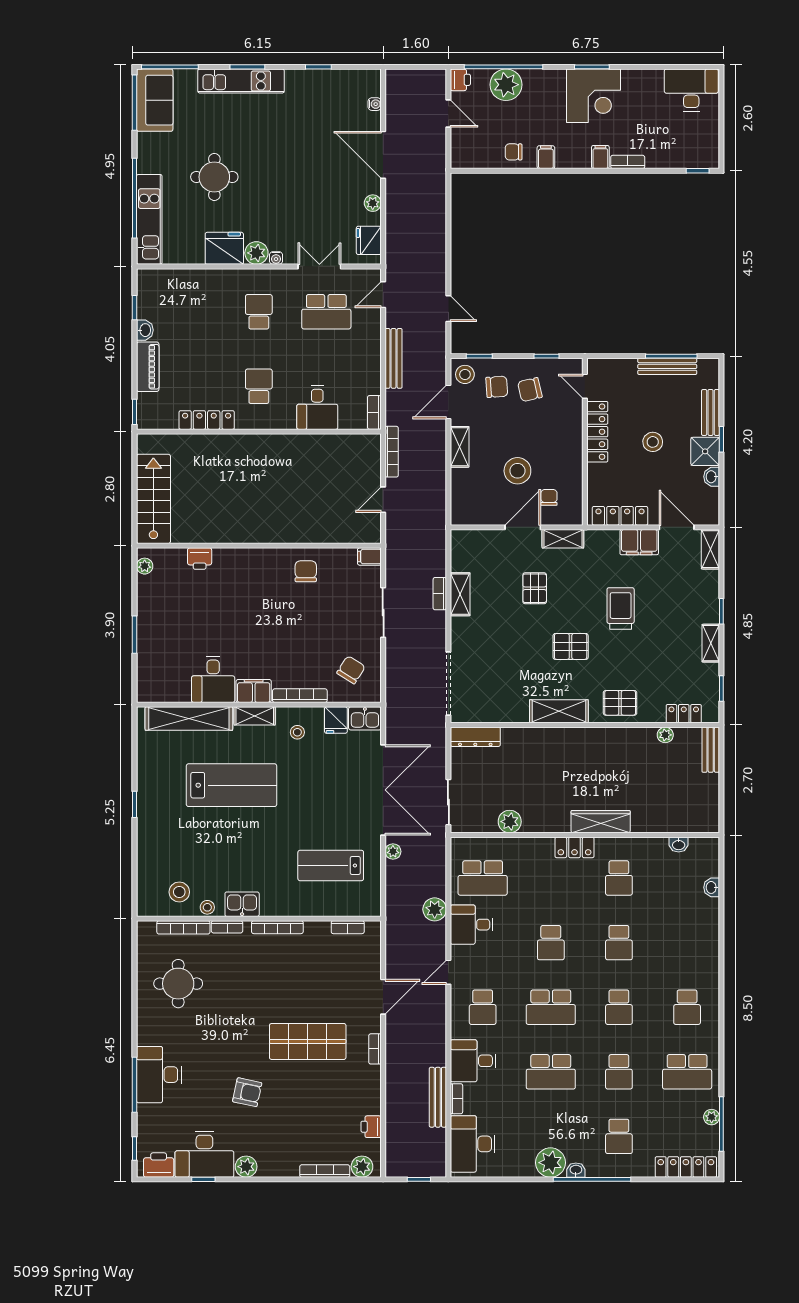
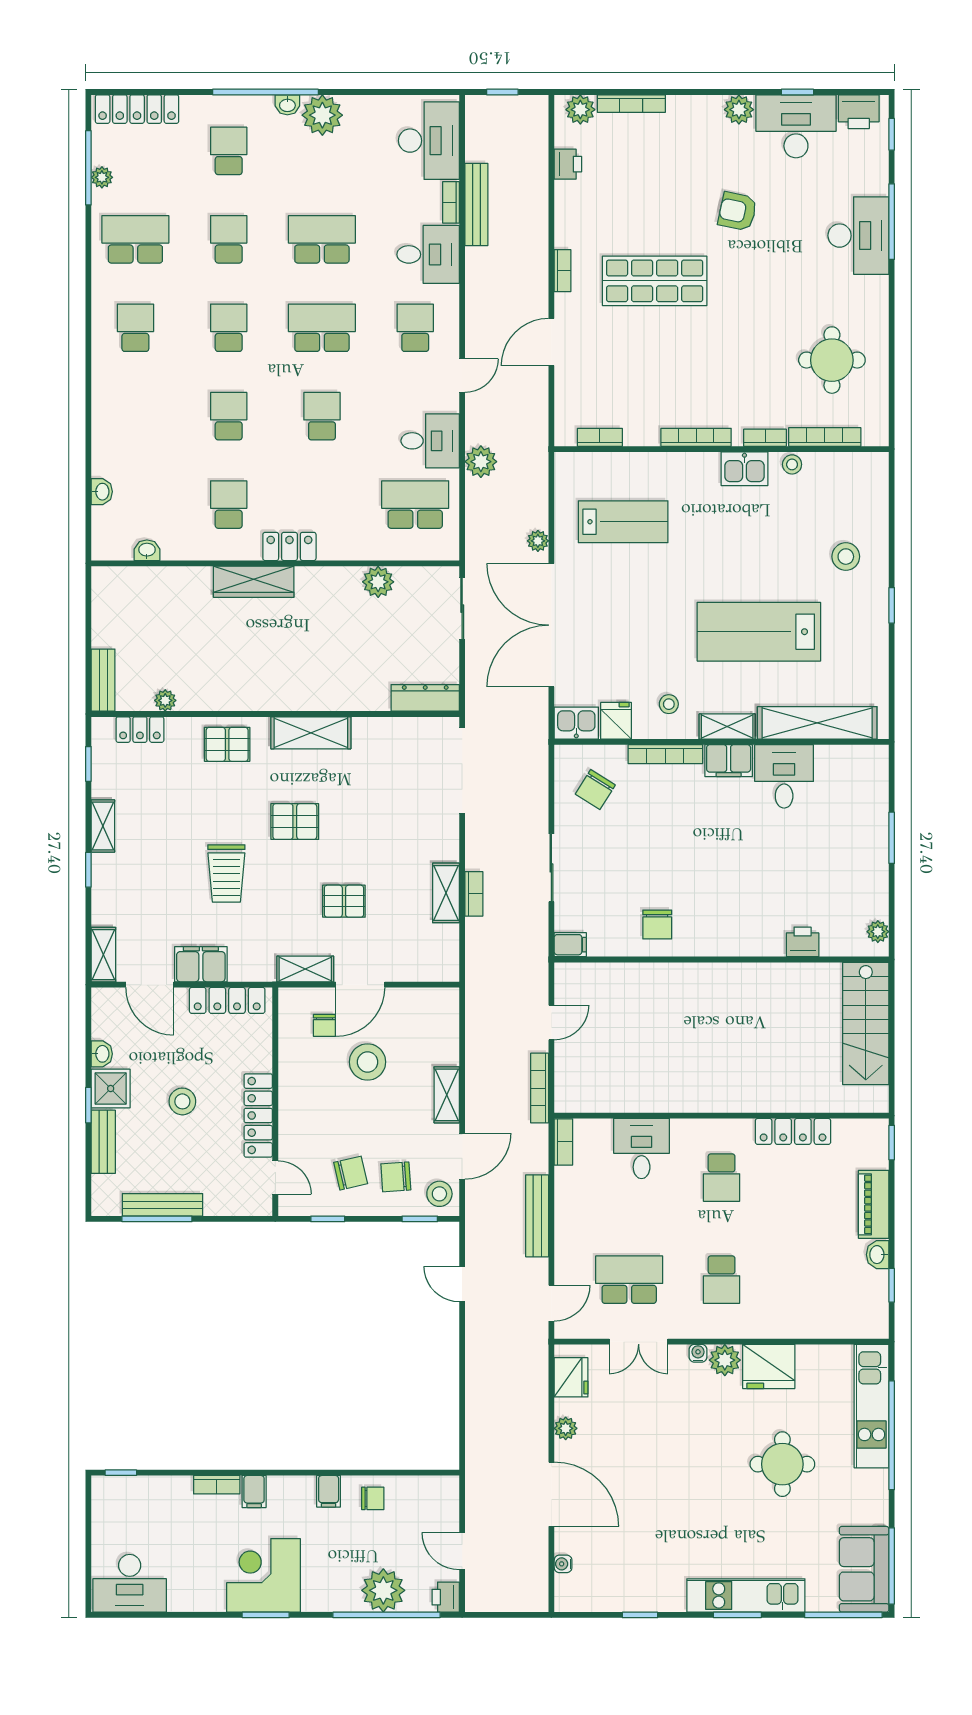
pallet: (535, 588) -> (344, 901), turned 90
stool: (179, 892) -> (846, 557), moved

